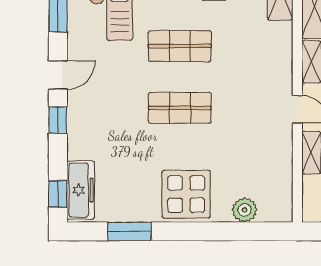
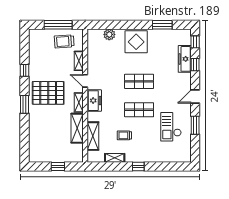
freezer: (277, 66) -> (94, 101), added
window: (58, 120) -> (195, 65), moved
freezer: (80, 190) -> (185, 59), moved

